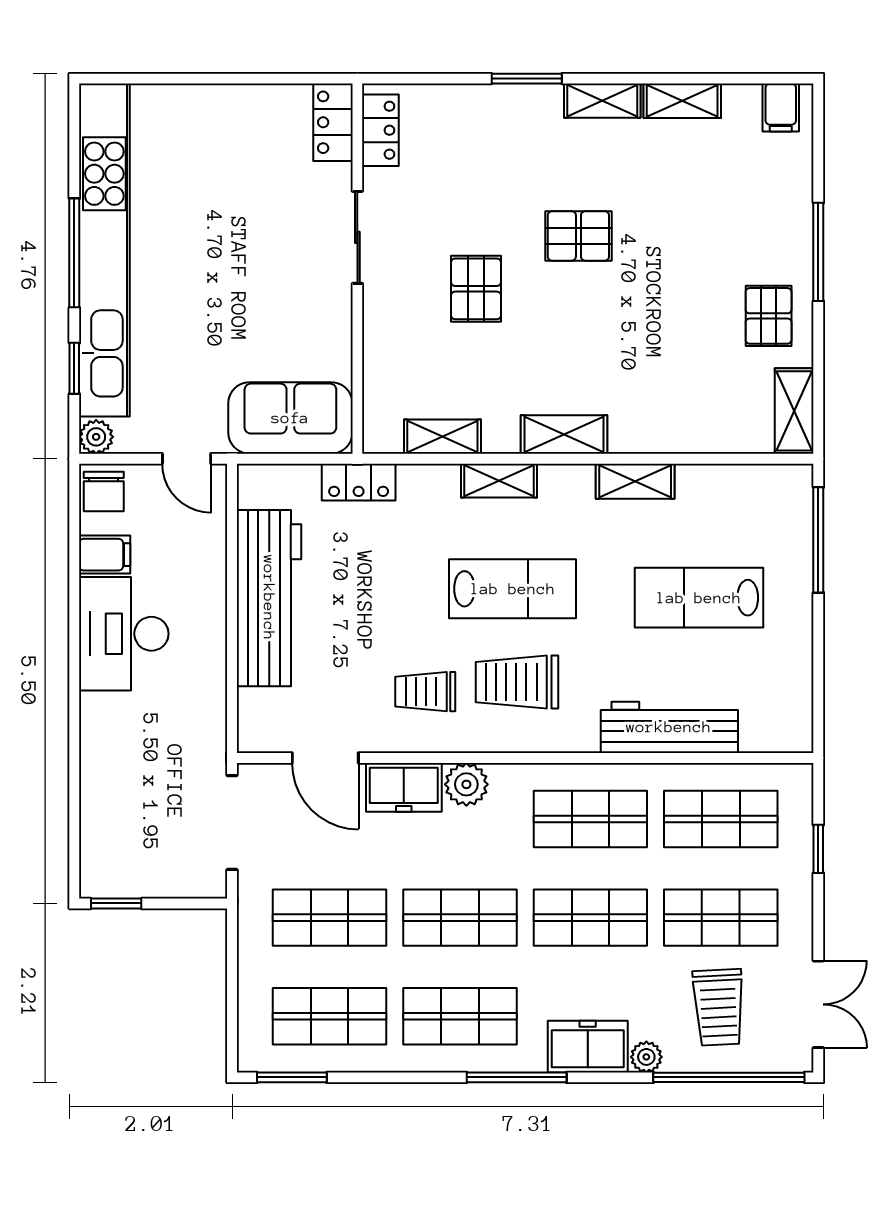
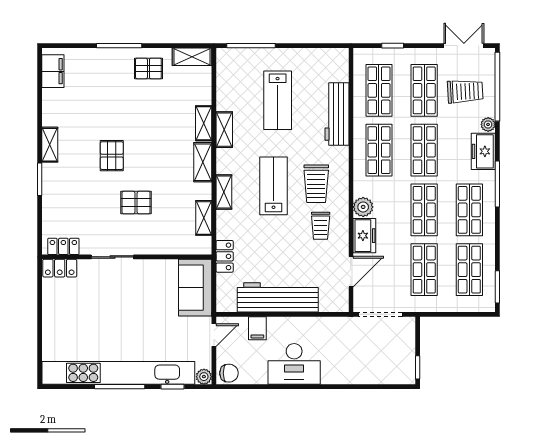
shelving: (682, 101) -> (204, 123), moved
filing cabinet: (781, 108) -> (53, 71), width x2.00
filing cabinet: (105, 555) -> (257, 328), moved, turned 180

